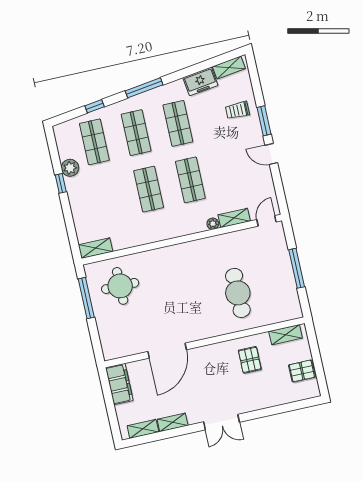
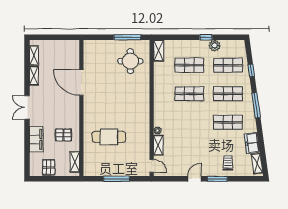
shop shelf: (190, 180) -> (189, 65), moved
filing cabinet: (119, 384) -> (36, 139), moved, turned -90

